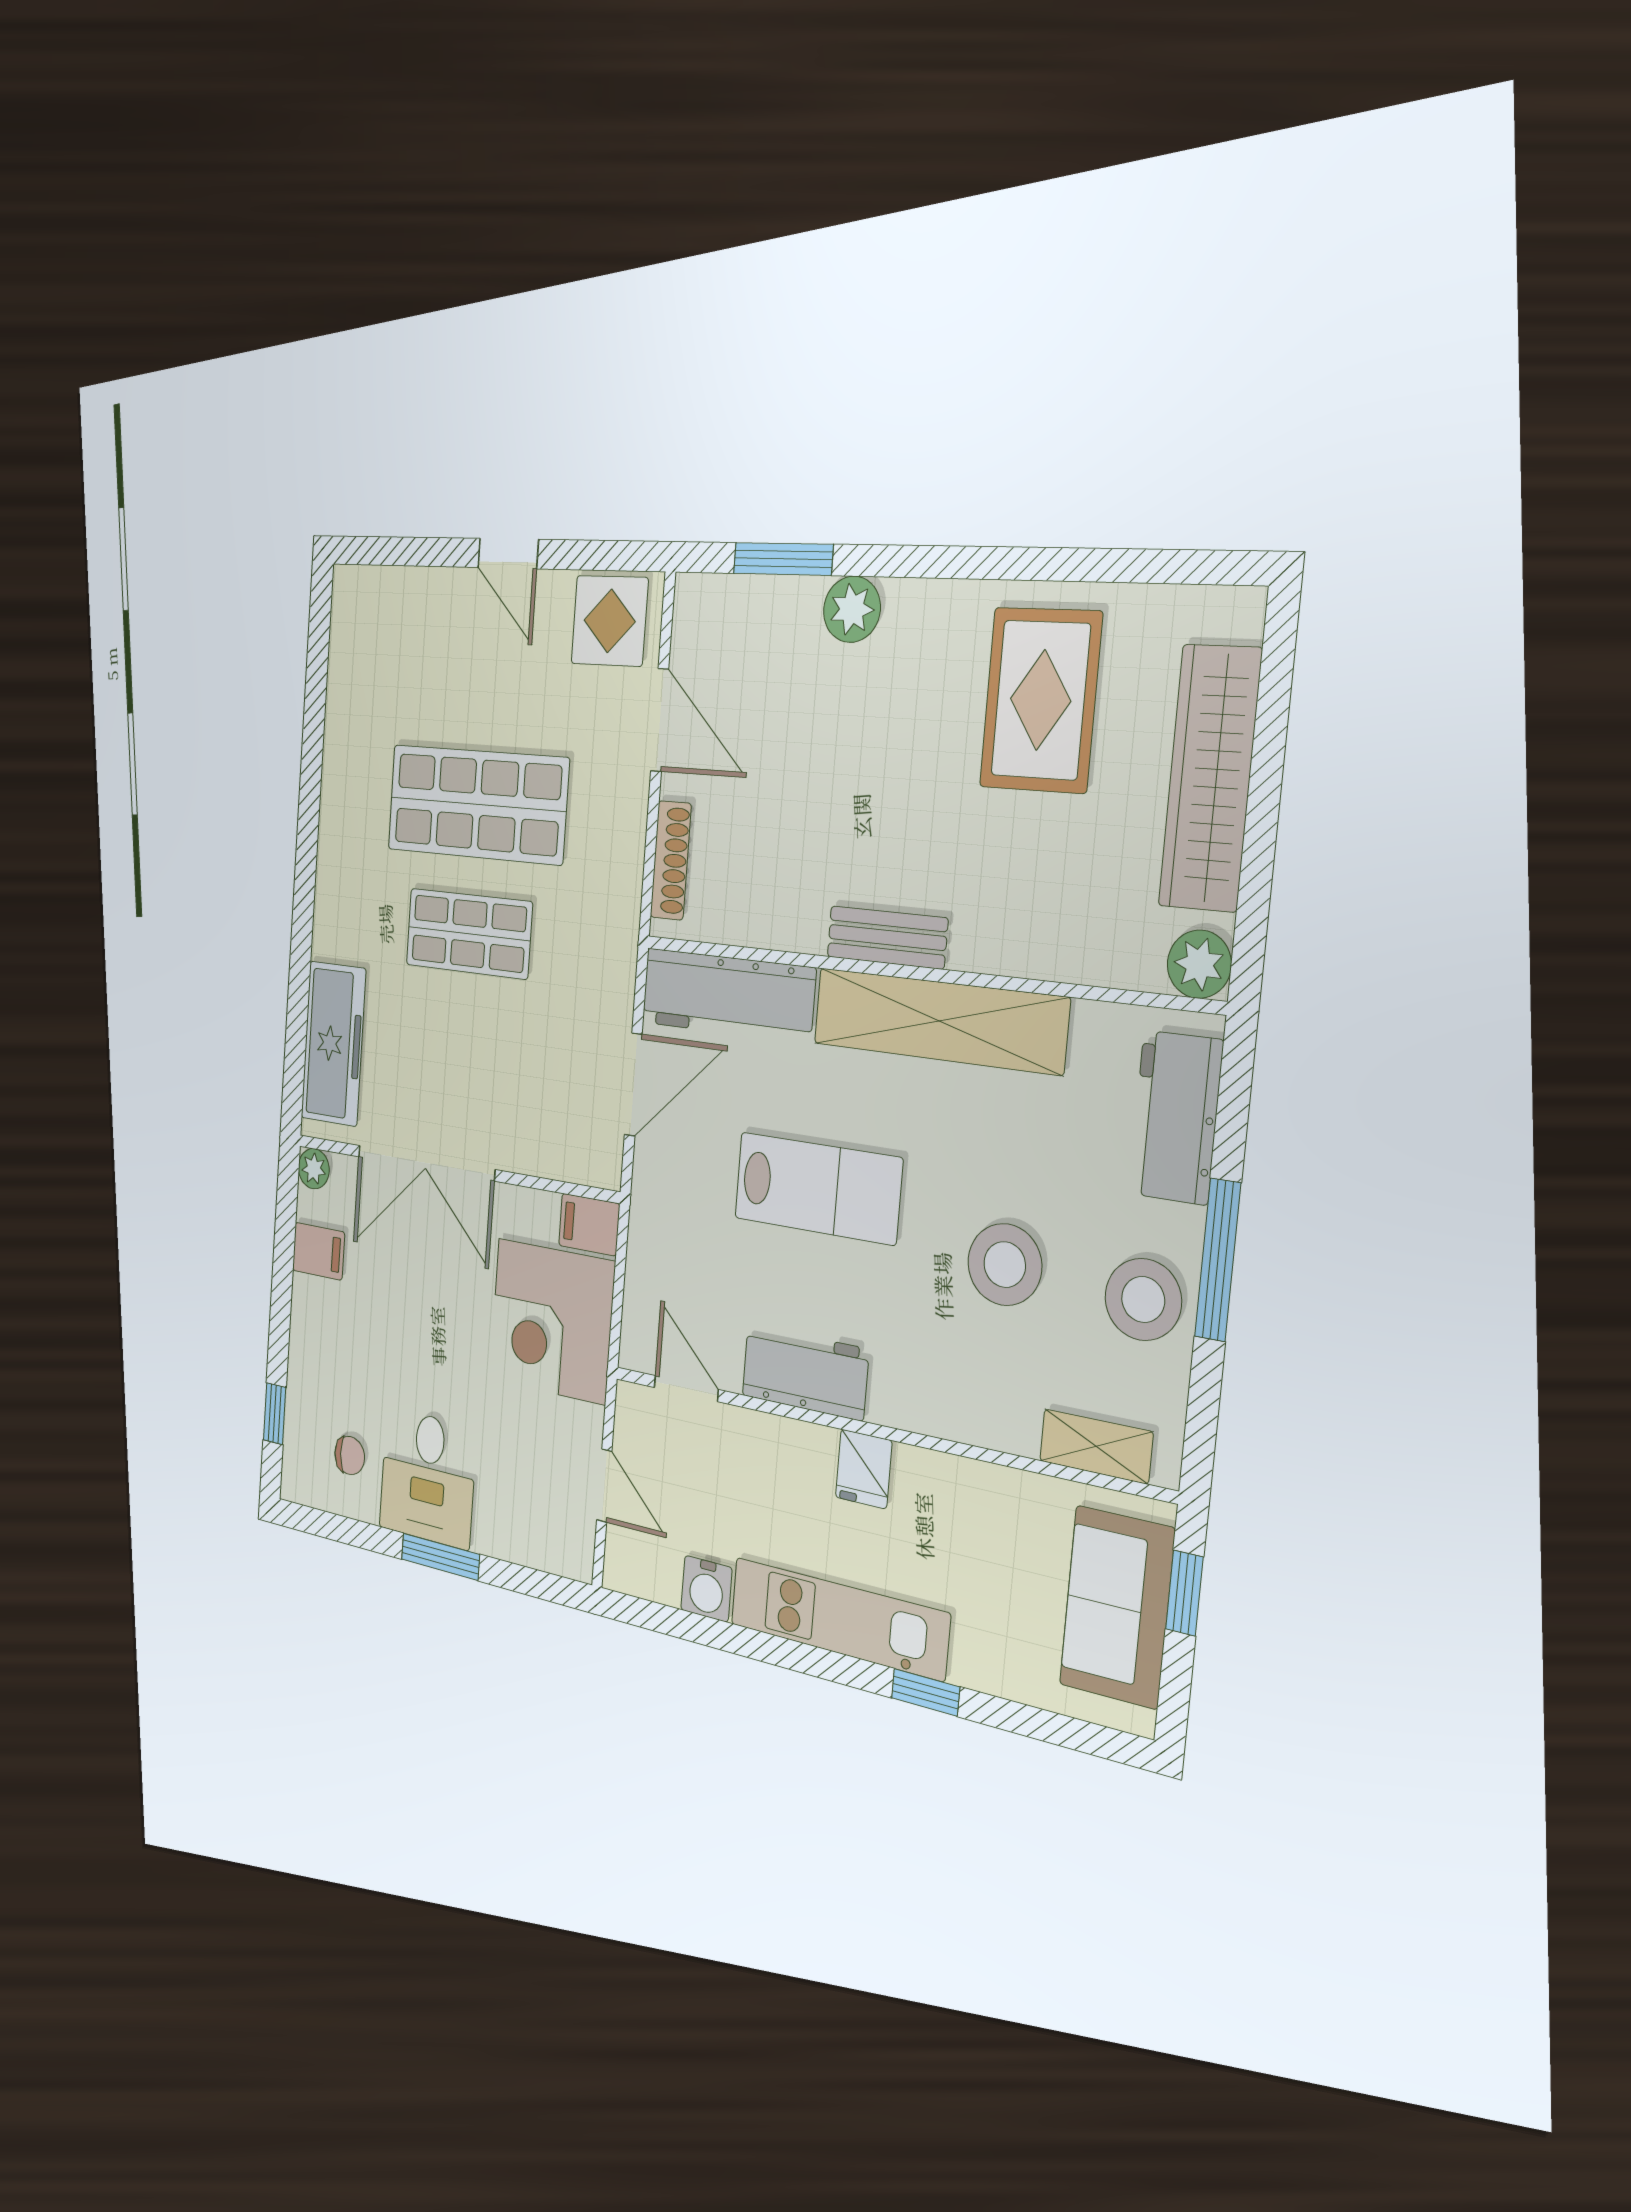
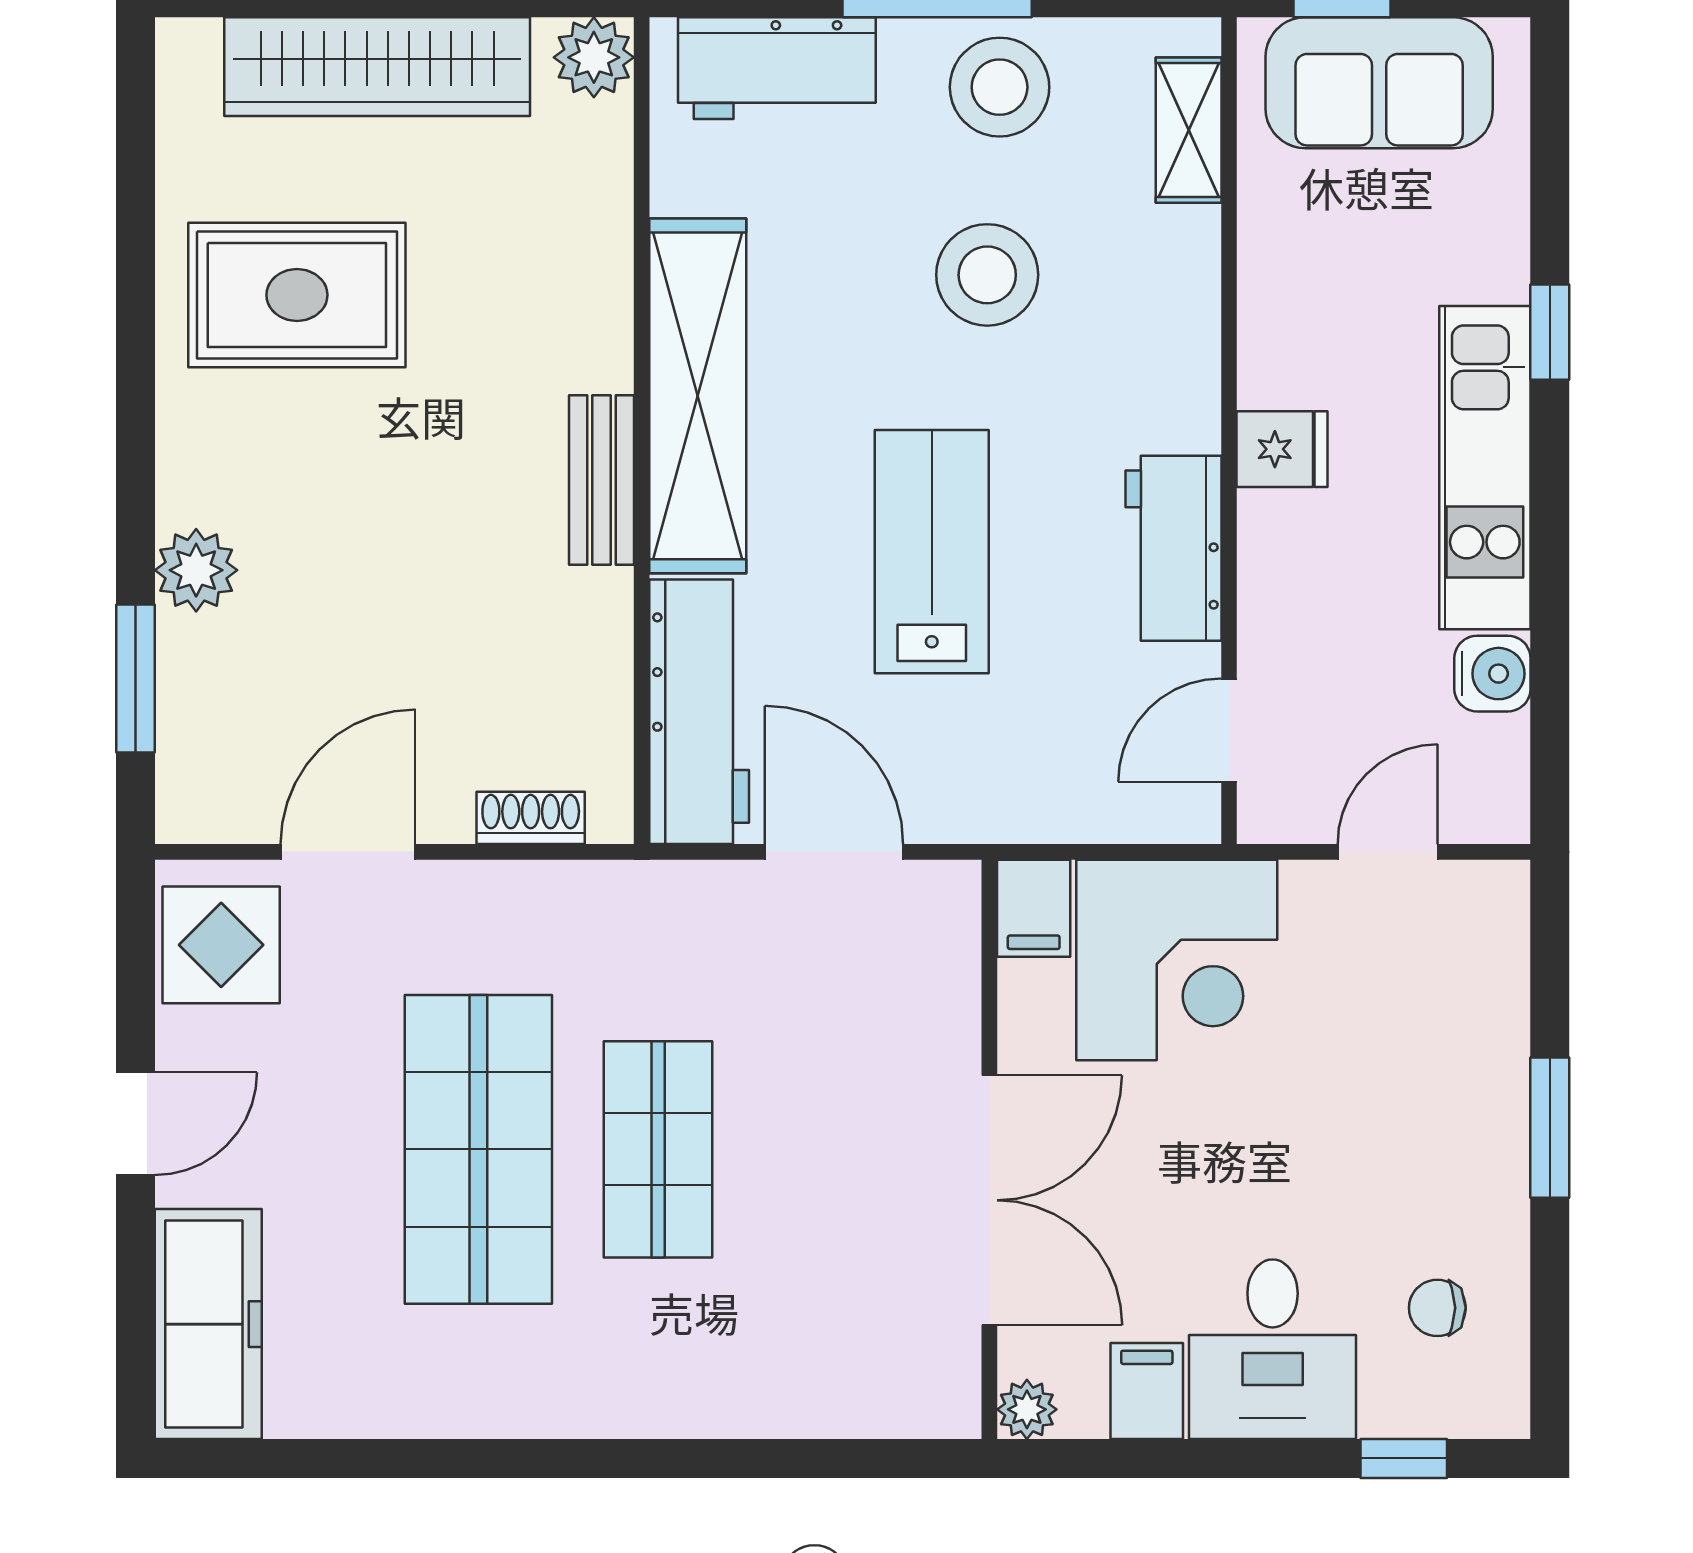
shoe rack: (671, 860) -> (531, 818), width x0.70
freezer: (333, 1044) -> (208, 1324), moved, turned 90
chair: (350, 1455) -> (1437, 1308), turned -87
desk: (428, 1478) -> (1273, 1349), moved, turned 90

